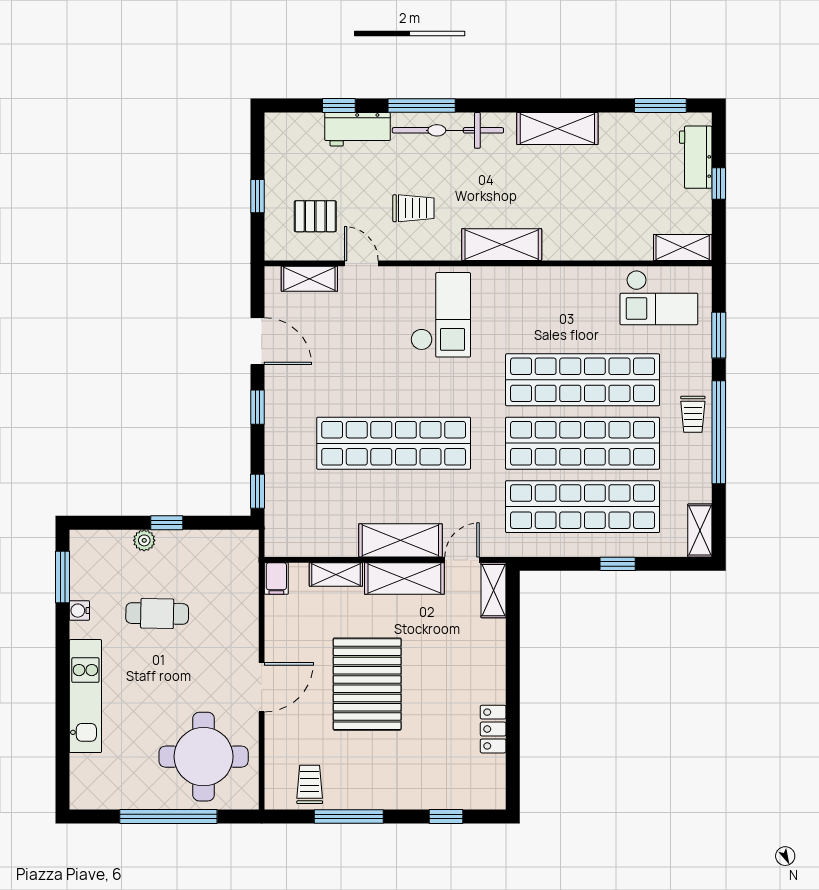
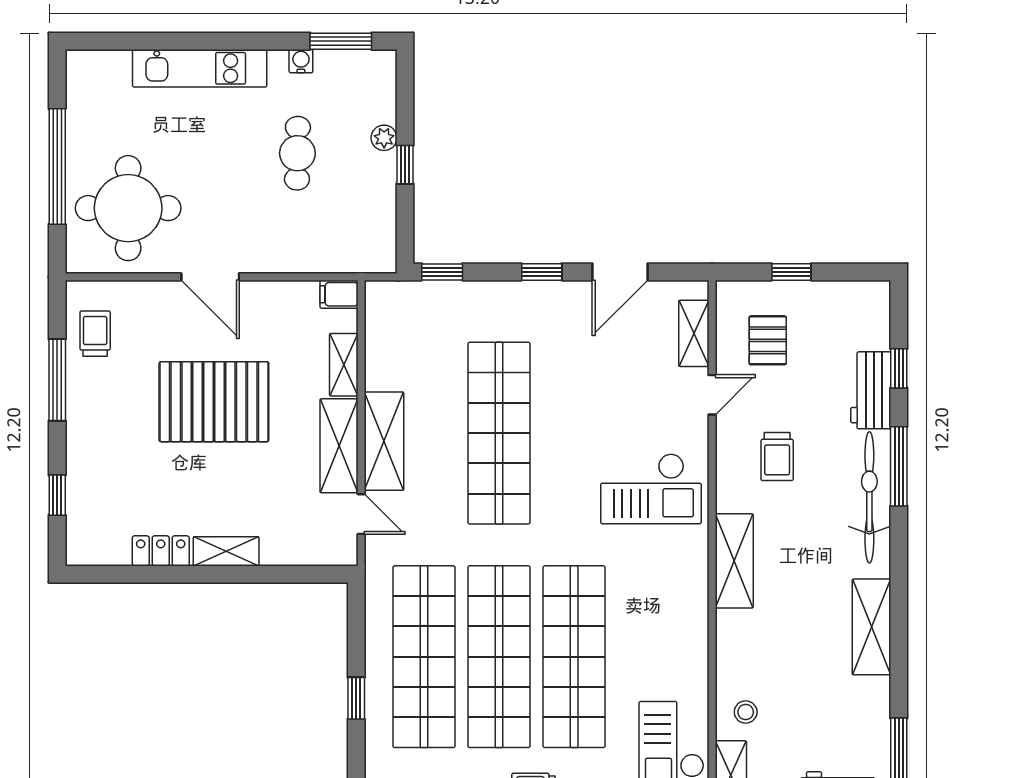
stool: (629, 235) -> (746, 712), added
shelving: (493, 590) -> (226, 551), moved
trolley: (310, 784) -> (95, 334), turned -90

